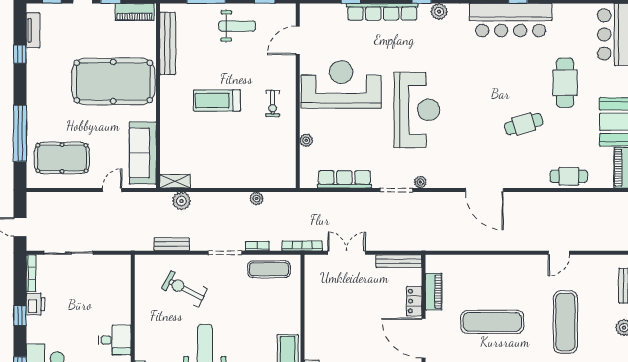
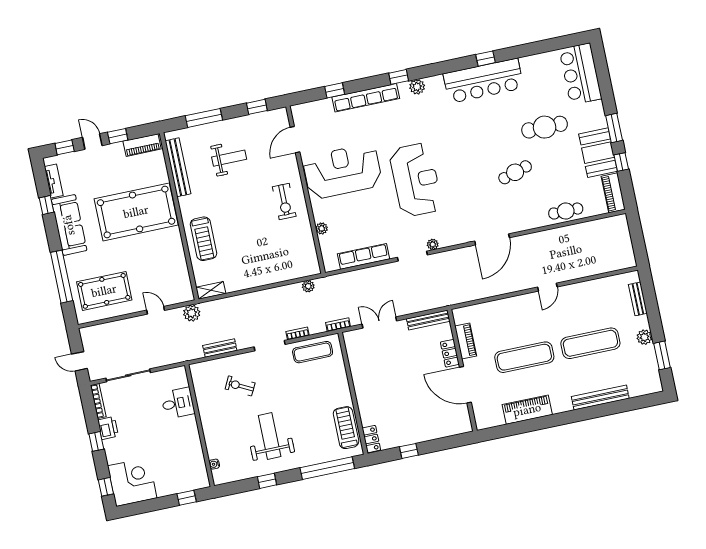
weight bench: (237, 26) -> (229, 158), moved
cafe table: (565, 83) -> (545, 127), turned 90
treadmill: (217, 100) -> (203, 239), moved, turned -90
exercise bike: (273, 103) -> (284, 202), width x1.38, depth x1.39
sofa: (143, 153) -> (69, 225), moved, turned 180
door: (112, 190) -> (156, 310), hinge flipped
door: (484, 190) -> (492, 239), hinge flipped
plant: (257, 199) -> (308, 286), moved
plant: (181, 201) -> (192, 313), moved
bookcase: (302, 246) -> (338, 325), width x0.64
door: (559, 253) -> (547, 287), moved
exercise bike: (185, 289) -> (240, 386), width x0.73, depth x0.72
exercise mat: (565, 322) -> (590, 343), turned 90
desk: (115, 340) -> (178, 403), moved

